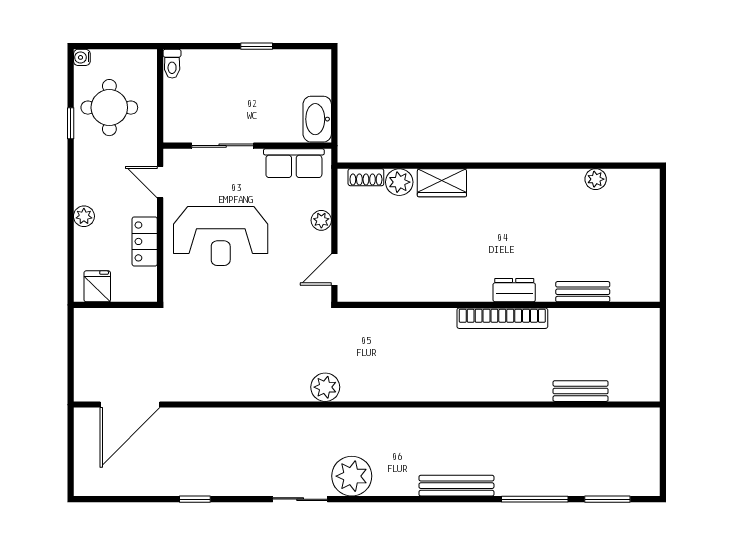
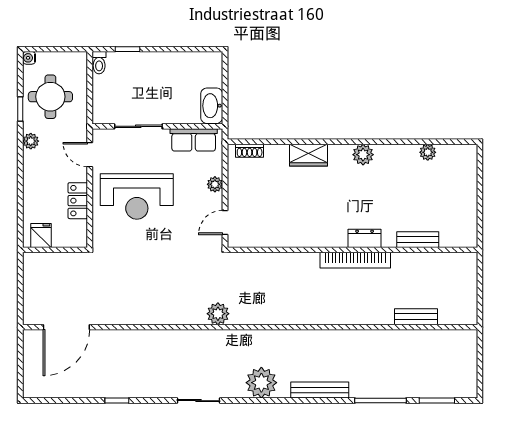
window: (257, 46) -> (128, 49), moved
plant: (399, 182) -> (363, 155), moved
plant: (84, 216) -> (31, 141), moved
plant: (352, 476) -> (261, 383), moved

